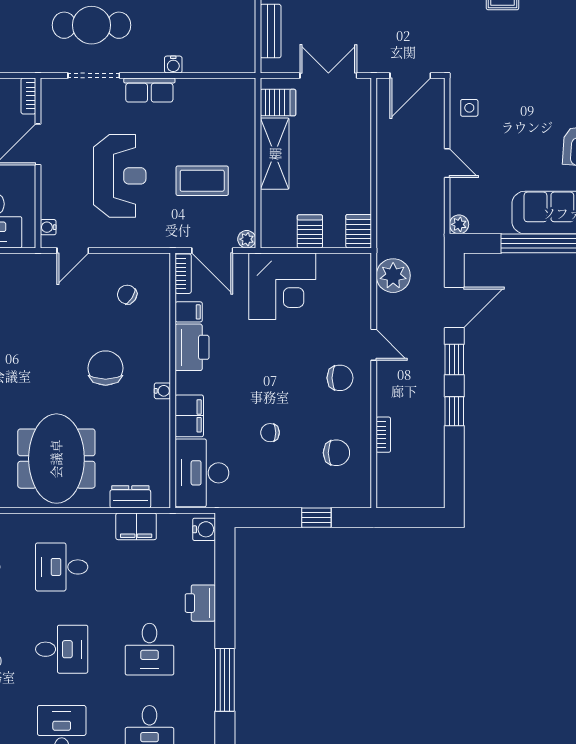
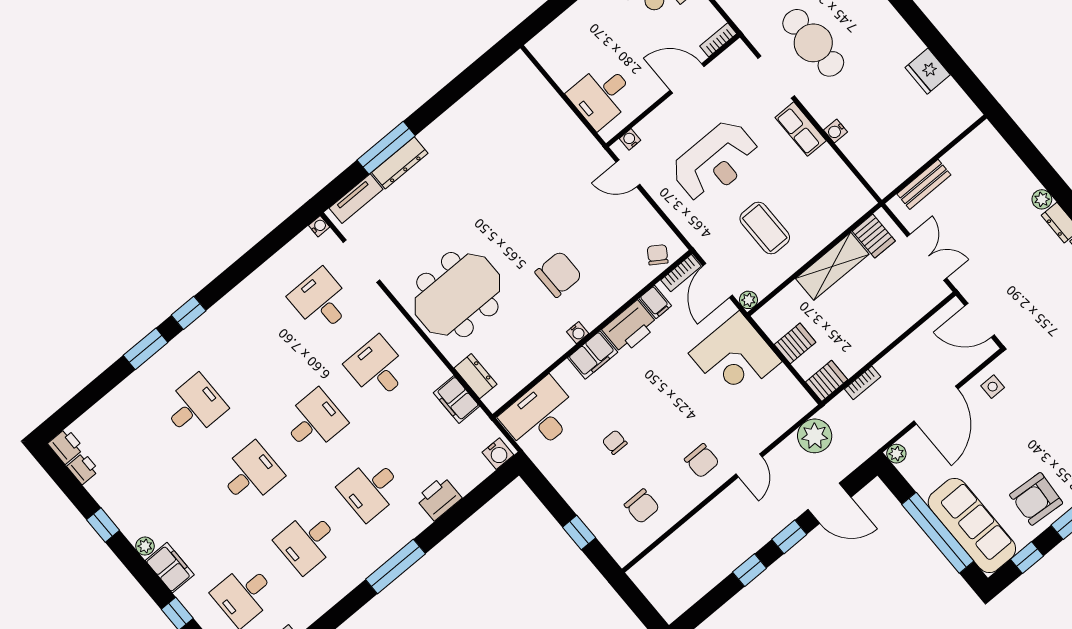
door: (447, 163) -> (936, 405), width x1.88
chair: (127, 295) -> (658, 255), moved
filing cabinet: (189, 416) -> (593, 355), moved
bookcase: (383, 435) -> (863, 383), moved
desk: (62, 649) -> (314, 421), turned -90

